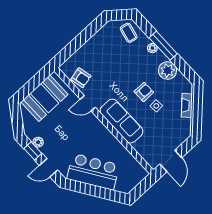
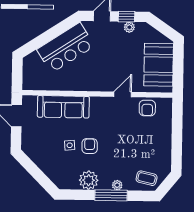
armchair: (81, 78) -> (147, 108), turned -77
armchair: (144, 92) -> (90, 146), turned 180
fireplace: (187, 105) -> (47, 169), removed
sofa: (121, 121) -> (63, 107), moved

